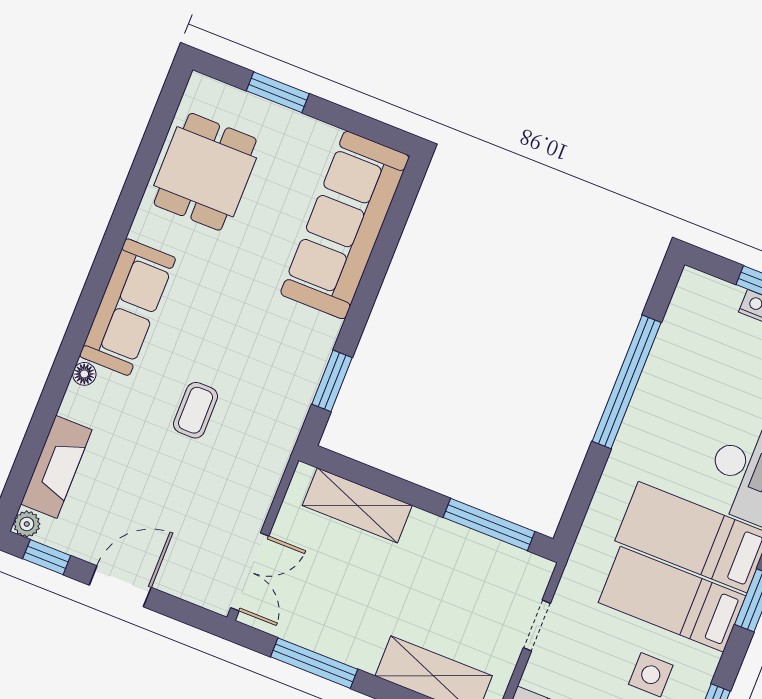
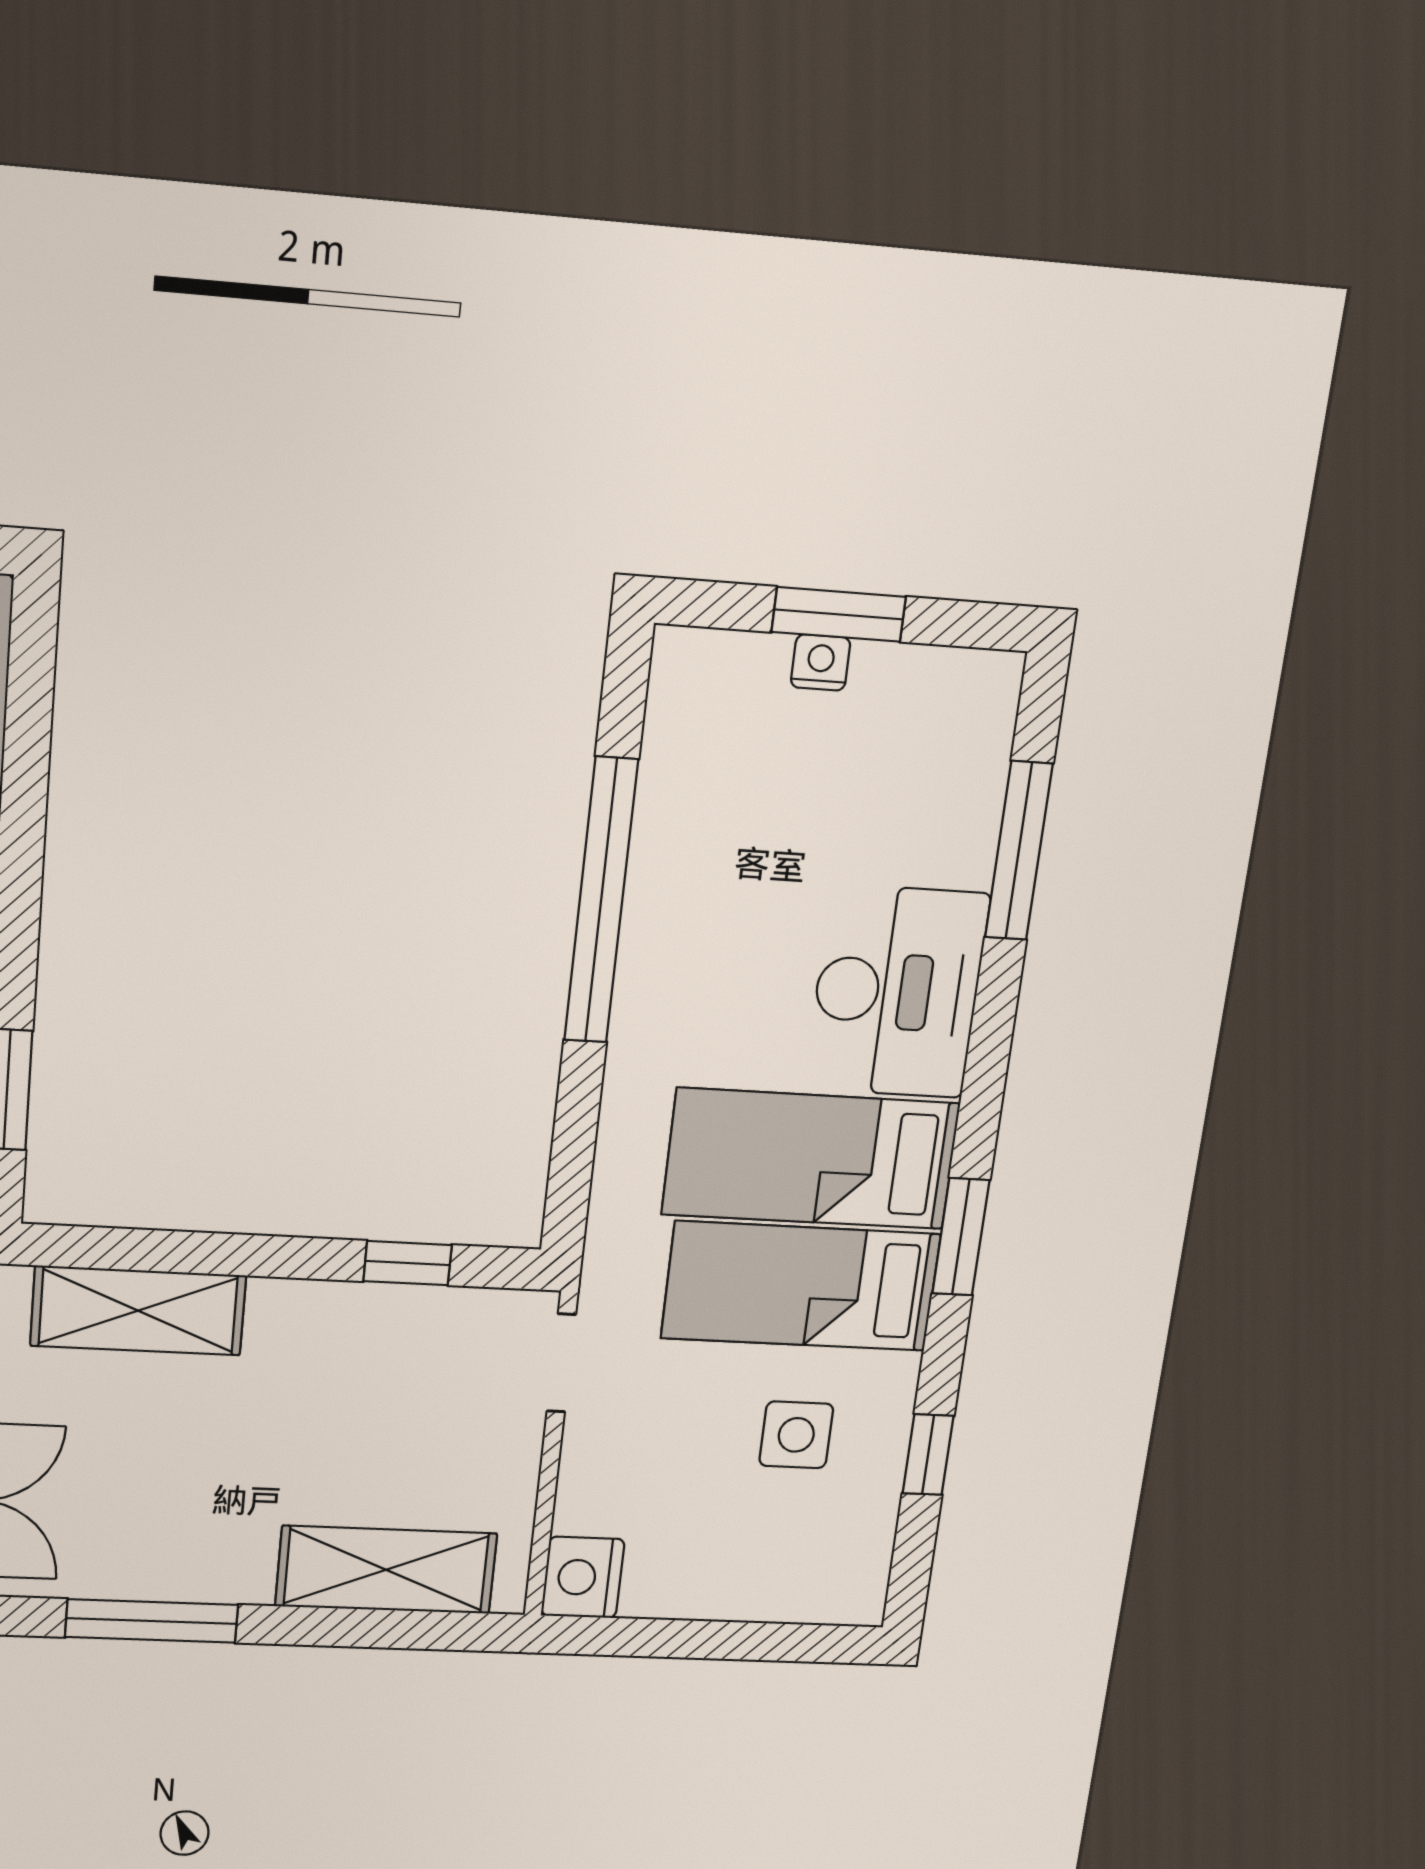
window: (489, 525) -> (408, 1263), width x0.46
doorway: (537, 625) -> (561, 1363), moved

